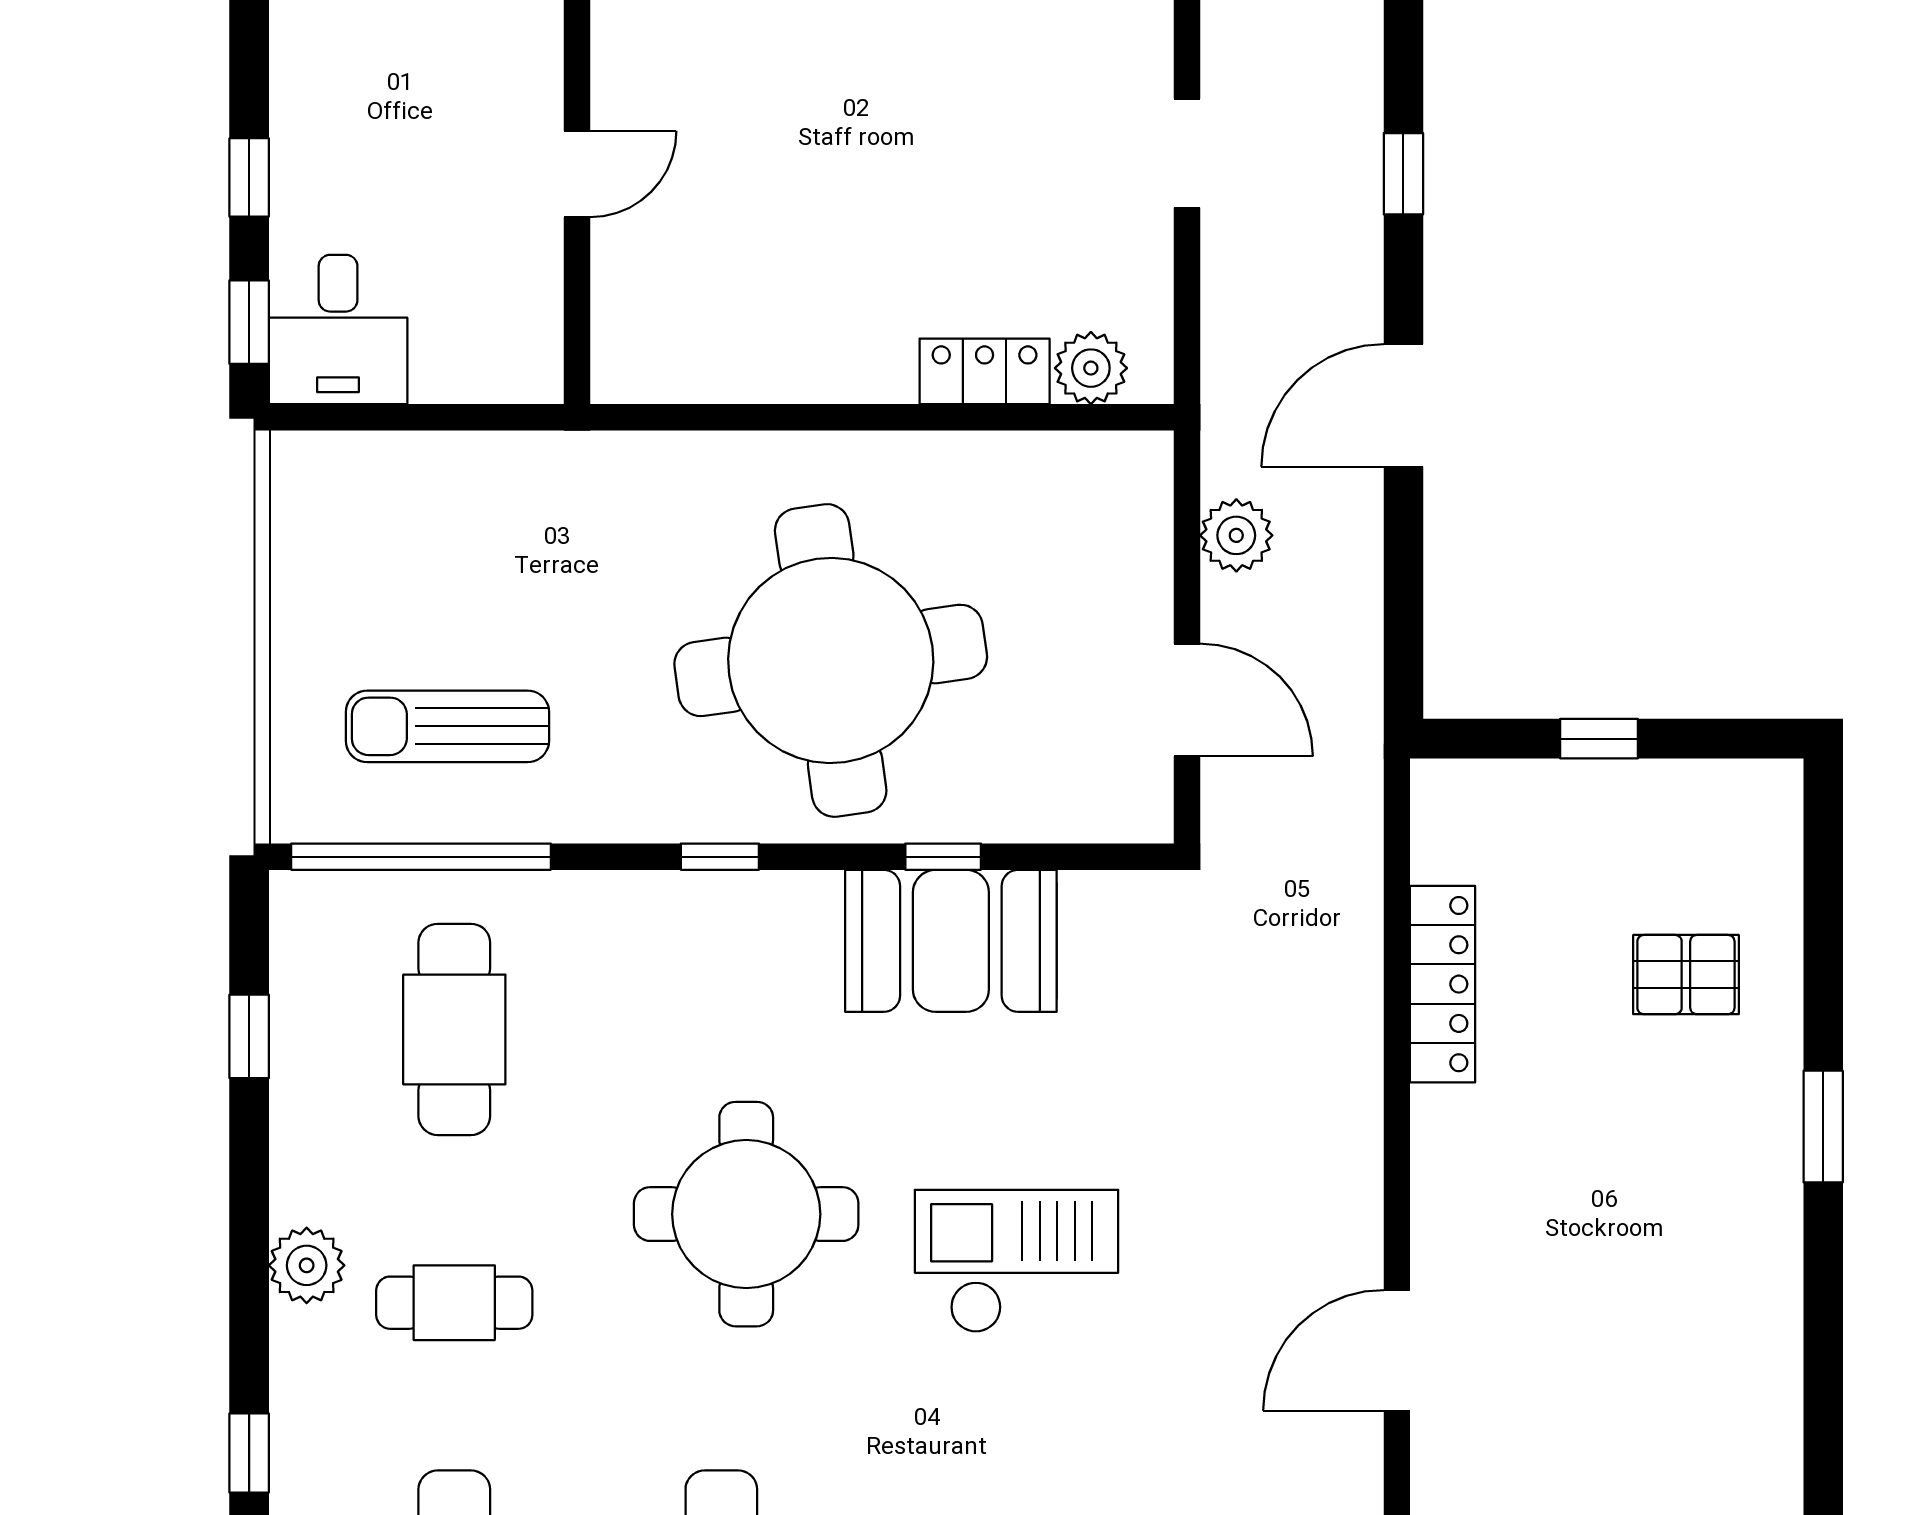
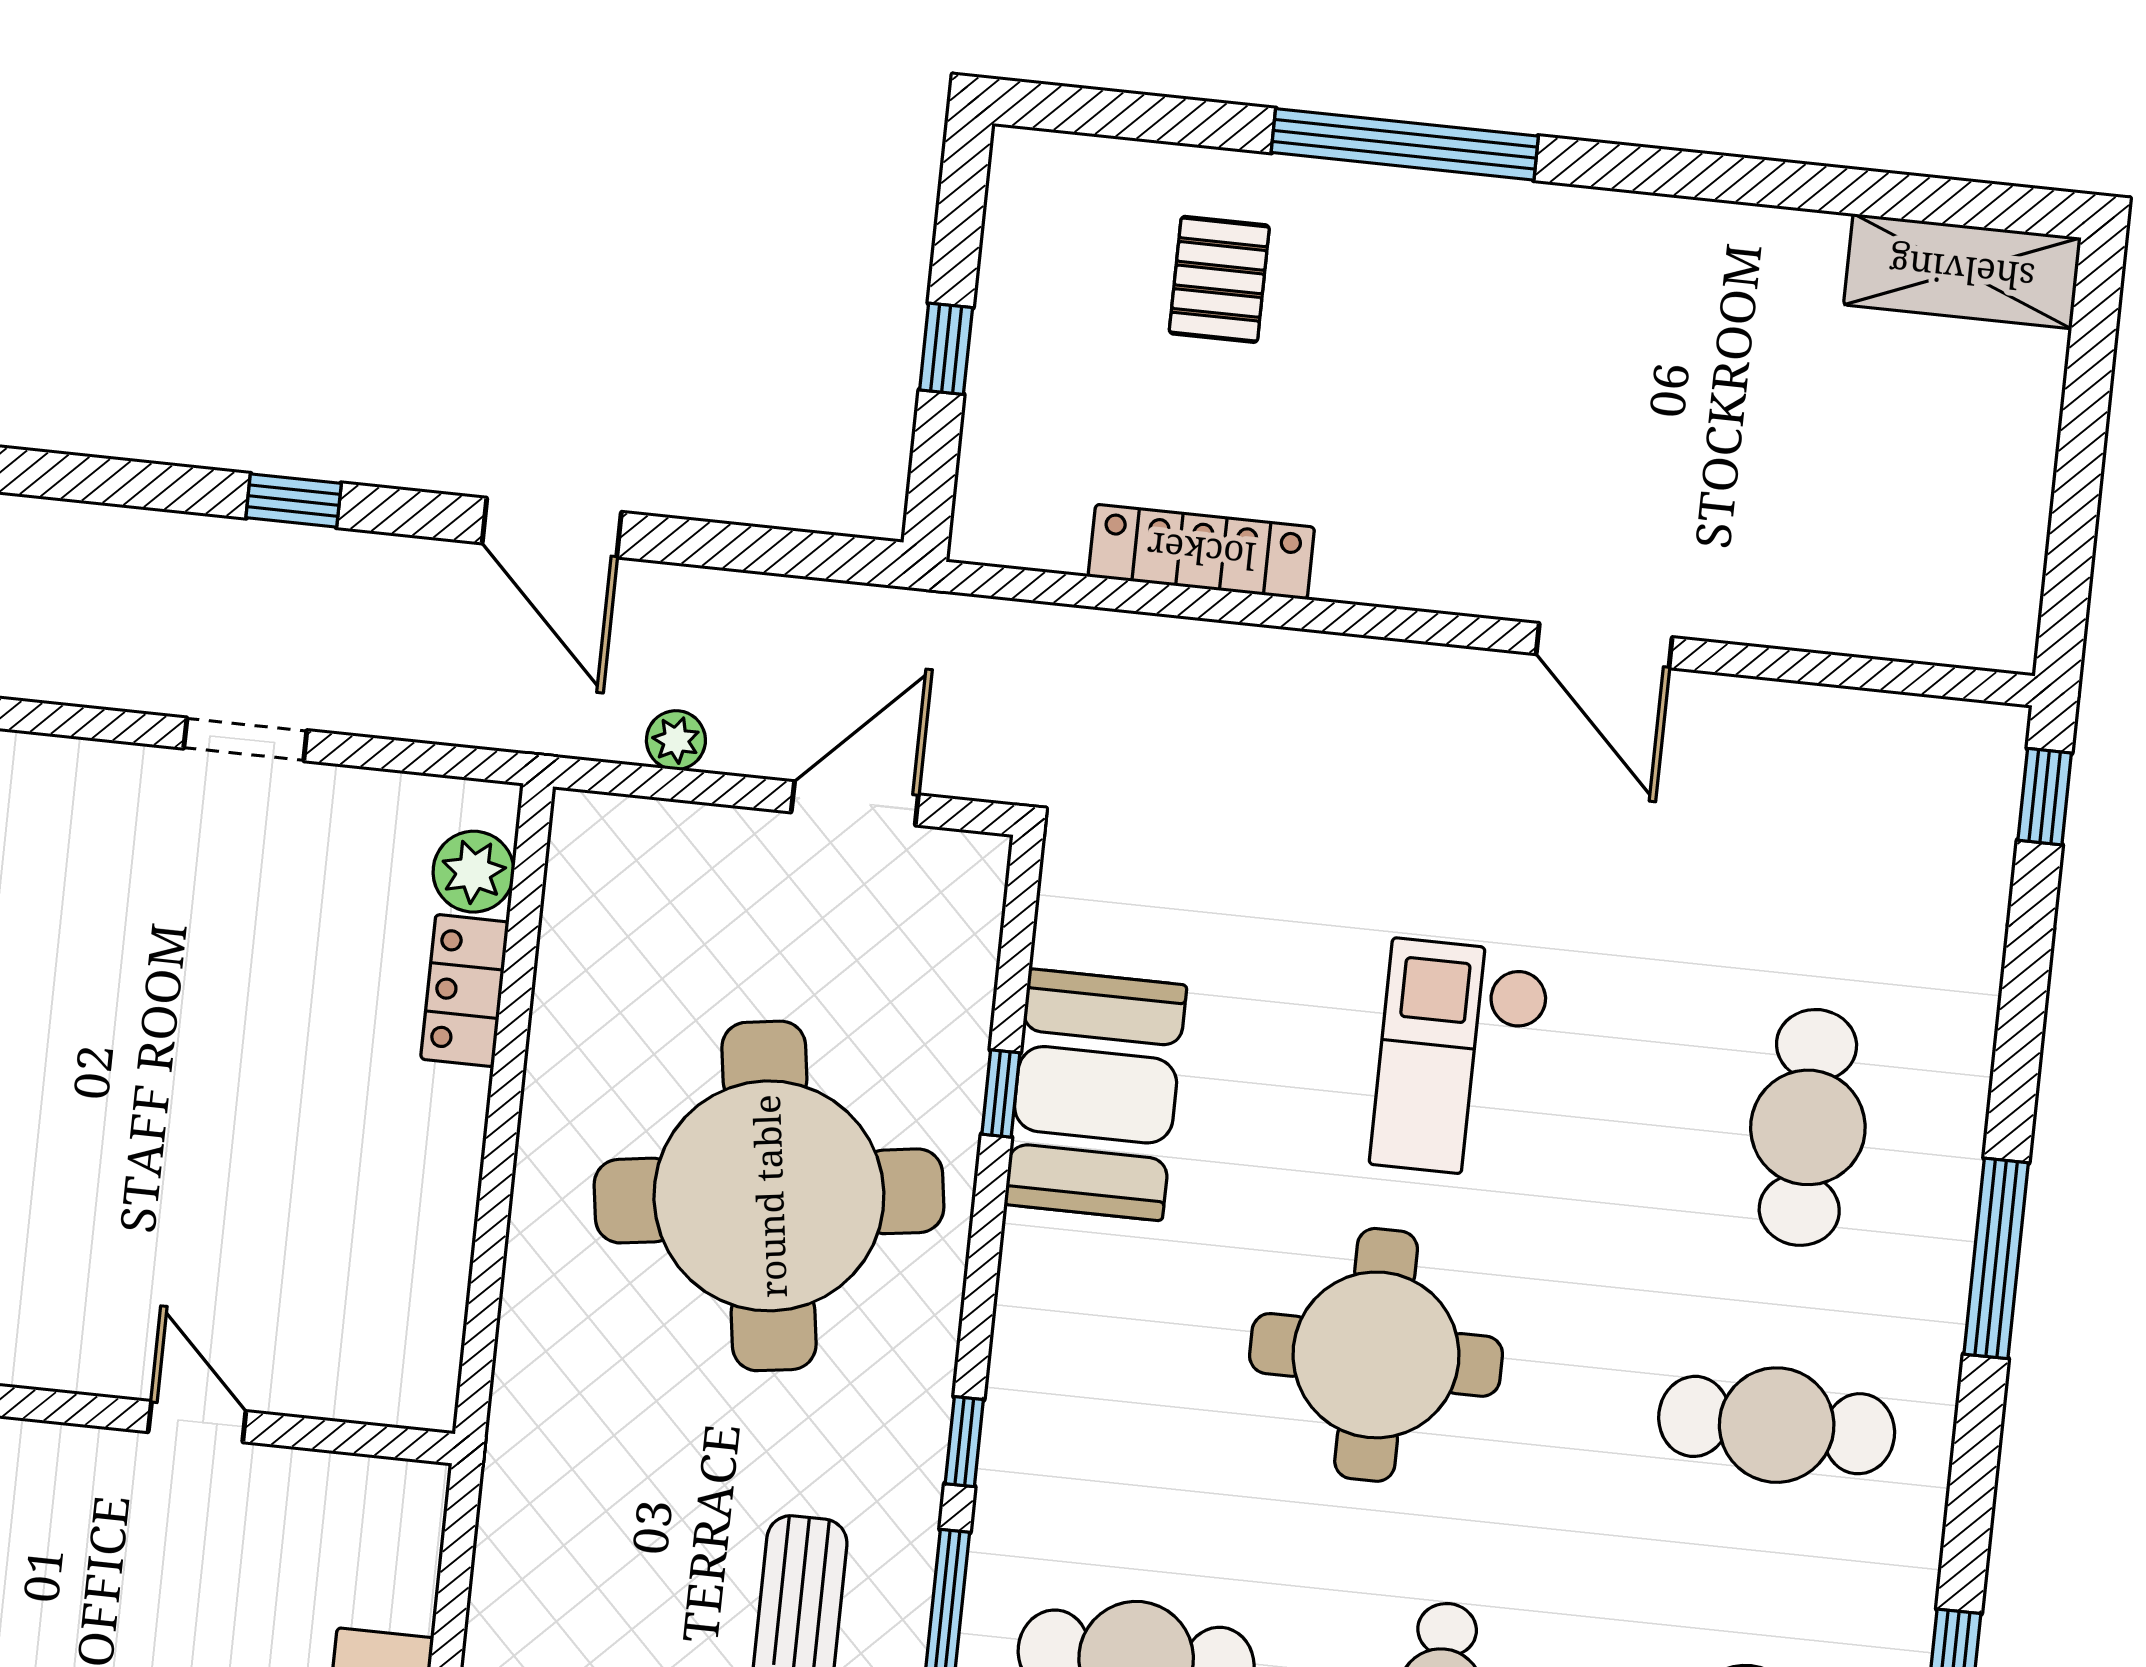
plant: (1236, 535) -> (676, 740), width x0.73, depth x0.73
window: (720, 857) -> (964, 1442), moved
window: (1823, 1127) -> (1405, 144), width x2.11

